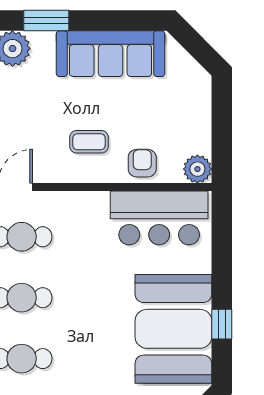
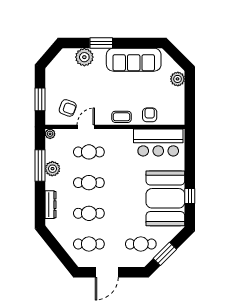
coffee table: (89, 142) -> (122, 117), moved
plant: (197, 169) -> (178, 79), moved

